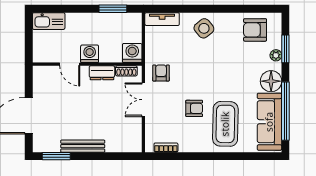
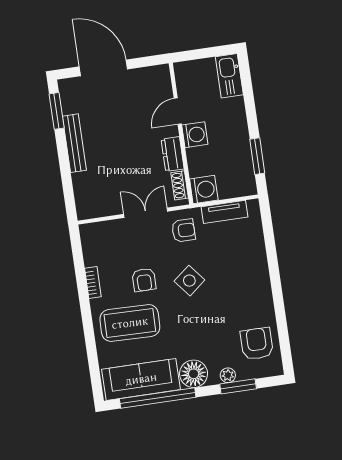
tv unit: (162, 19) -> (225, 212), moved, turned -90
side table: (204, 28) -> (189, 281), moved
bookcase: (166, 148) -> (93, 282), moved

